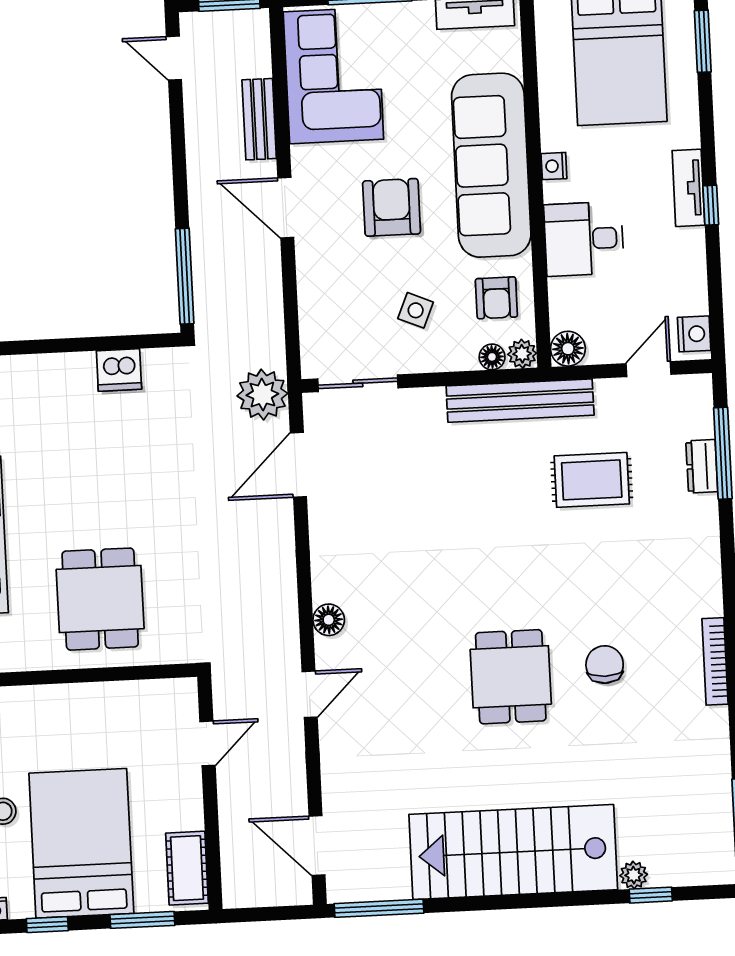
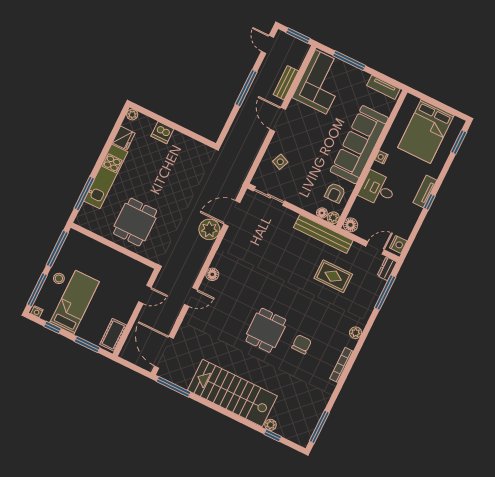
armchair: (392, 207) -> (316, 140), removed
window: (185, 276) -> (246, 88), moved
side table: (416, 310) -> (280, 162), moved
dishwasher: (119, 370) -> (162, 132), moved
plant: (262, 395) -> (209, 229), moved
dresser: (702, 466) -> (387, 269), moved
plant: (707, 575) -> (356, 333), added
bed: (81, 843) -> (75, 302), width x0.67
door: (317, 846) -> (164, 352), width x1.36

